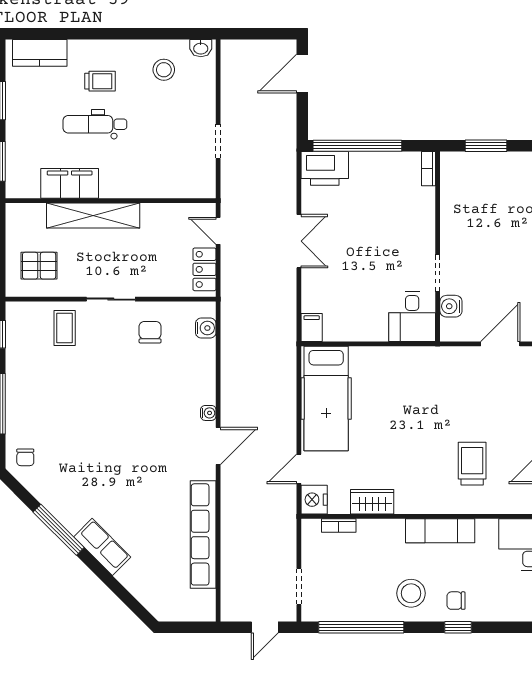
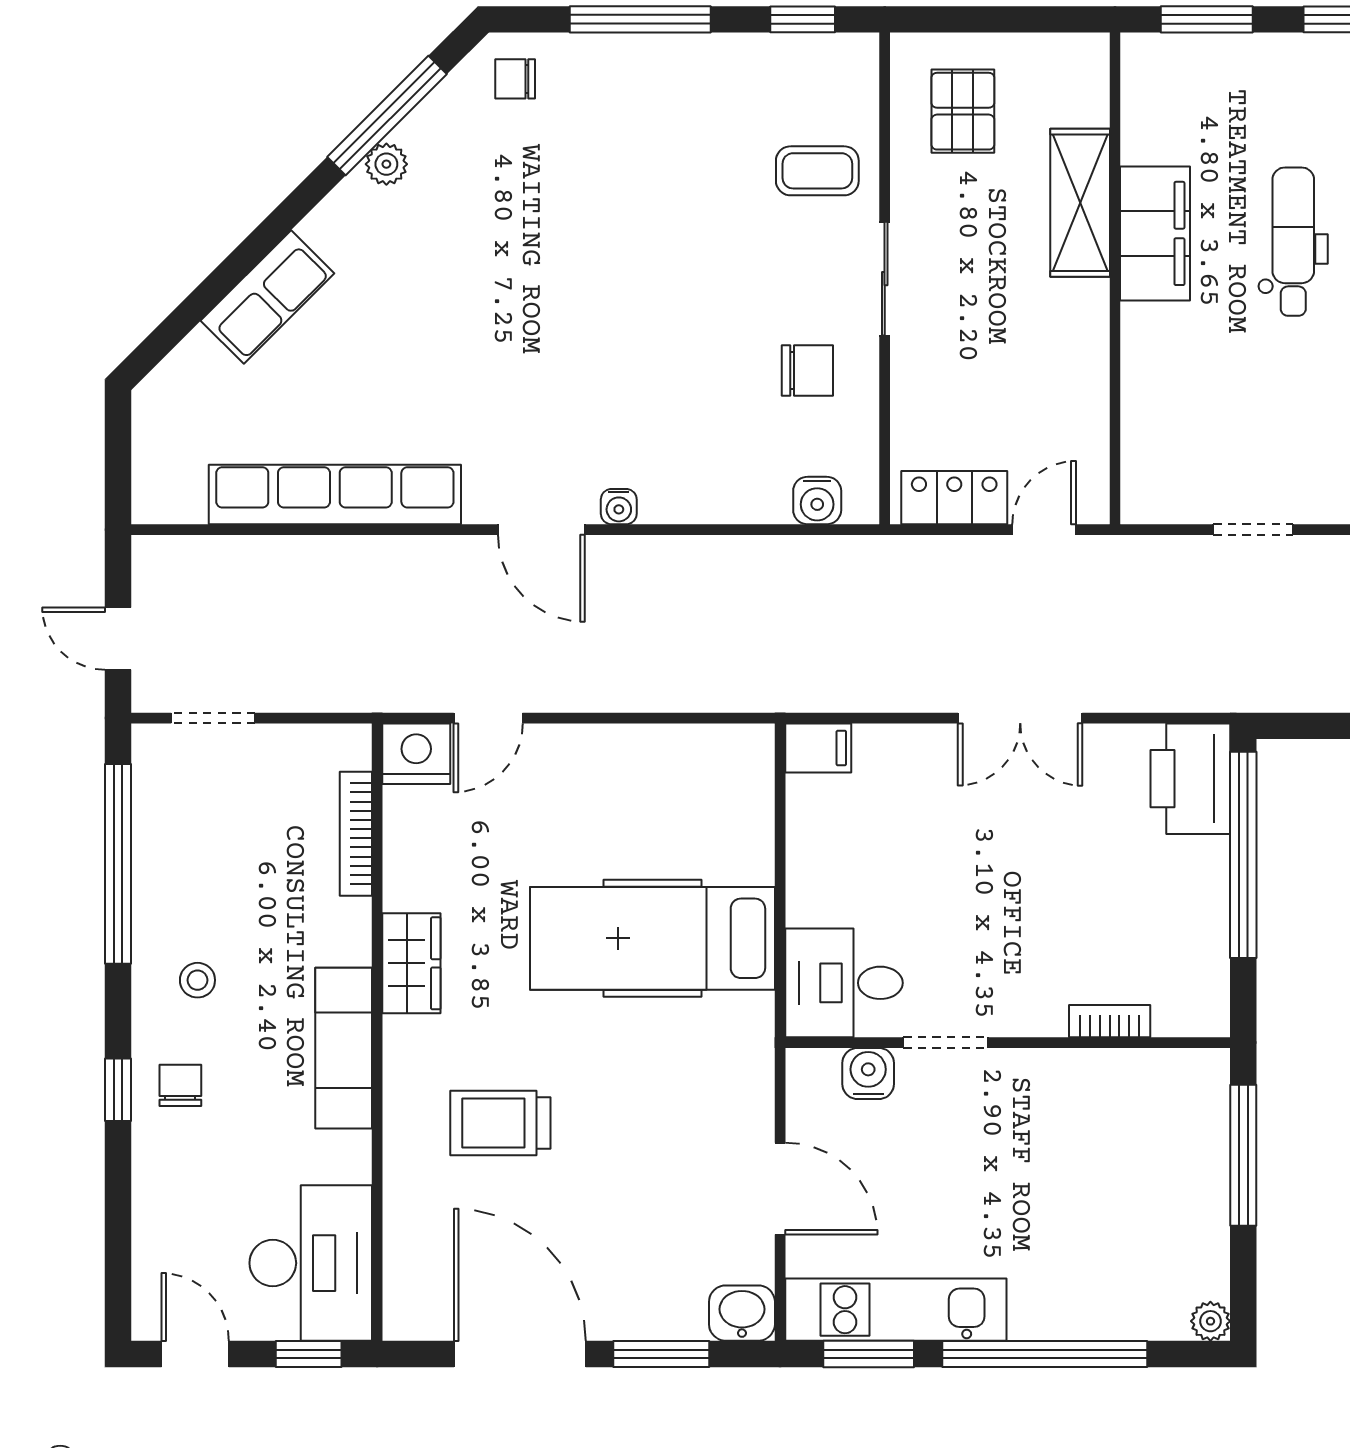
window: (486, 146) -> (1243, 1155), width x1.44
bookcase: (429, 169) -> (1110, 1021), moved
filing cabinet: (70, 183) -> (1155, 233), moved
shelving: (93, 215) -> (1080, 203), width x0.68
hospital bed: (326, 399) -> (652, 938), moved
trolley: (472, 464) -> (500, 1123), turned 180
door: (299, 469) -> (488, 718), swing flipped
wardrobe: (372, 502) -> (411, 963), moved
plant: (62, 512) -> (386, 164), added
bookcase: (339, 525) -> (356, 834), width x1.56
window: (59, 530) -> (387, 116), moved
row of seats: (102, 547) -> (267, 297), moved
stool: (411, 593) -> (197, 980), width x0.53, depth x0.53

